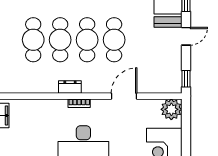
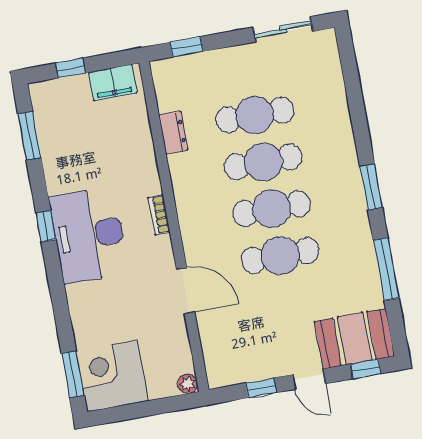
window: (186, 79) -> (261, 388), moved
dresser: (70, 87) -> (173, 133), moved
plant: (171, 109) -> (188, 384), width x0.53, depth x0.53

